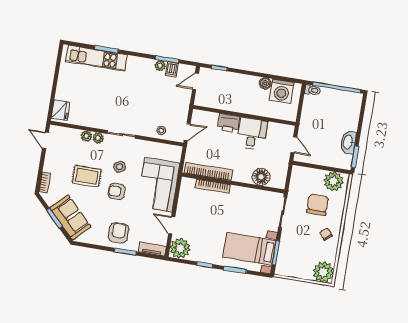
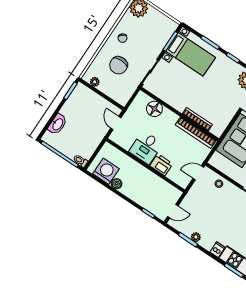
dishwasher: (172, 69) -> (217, 250), moved
washbasin: (348, 142) -> (58, 124), moved
plant: (333, 181) -> (95, 82), width x0.53, depth x0.53

